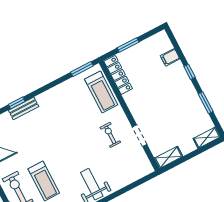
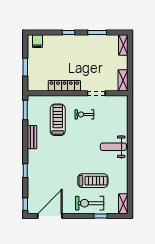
filing cabinet: (170, 57) -> (37, 41), moved
locker: (118, 75) -> (64, 86), moved
treadmill: (101, 92) -> (58, 120), moved, turned -90
bench: (24, 108) -> (32, 137), moved

